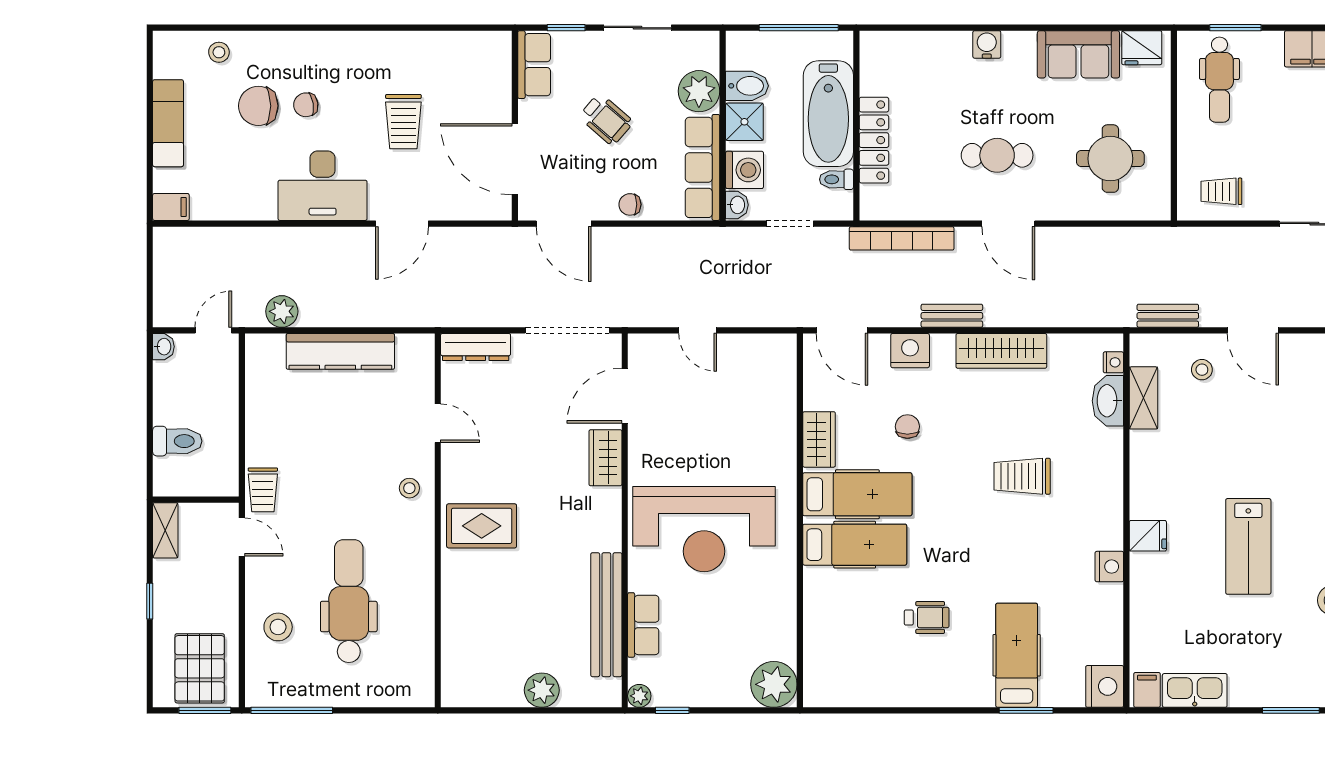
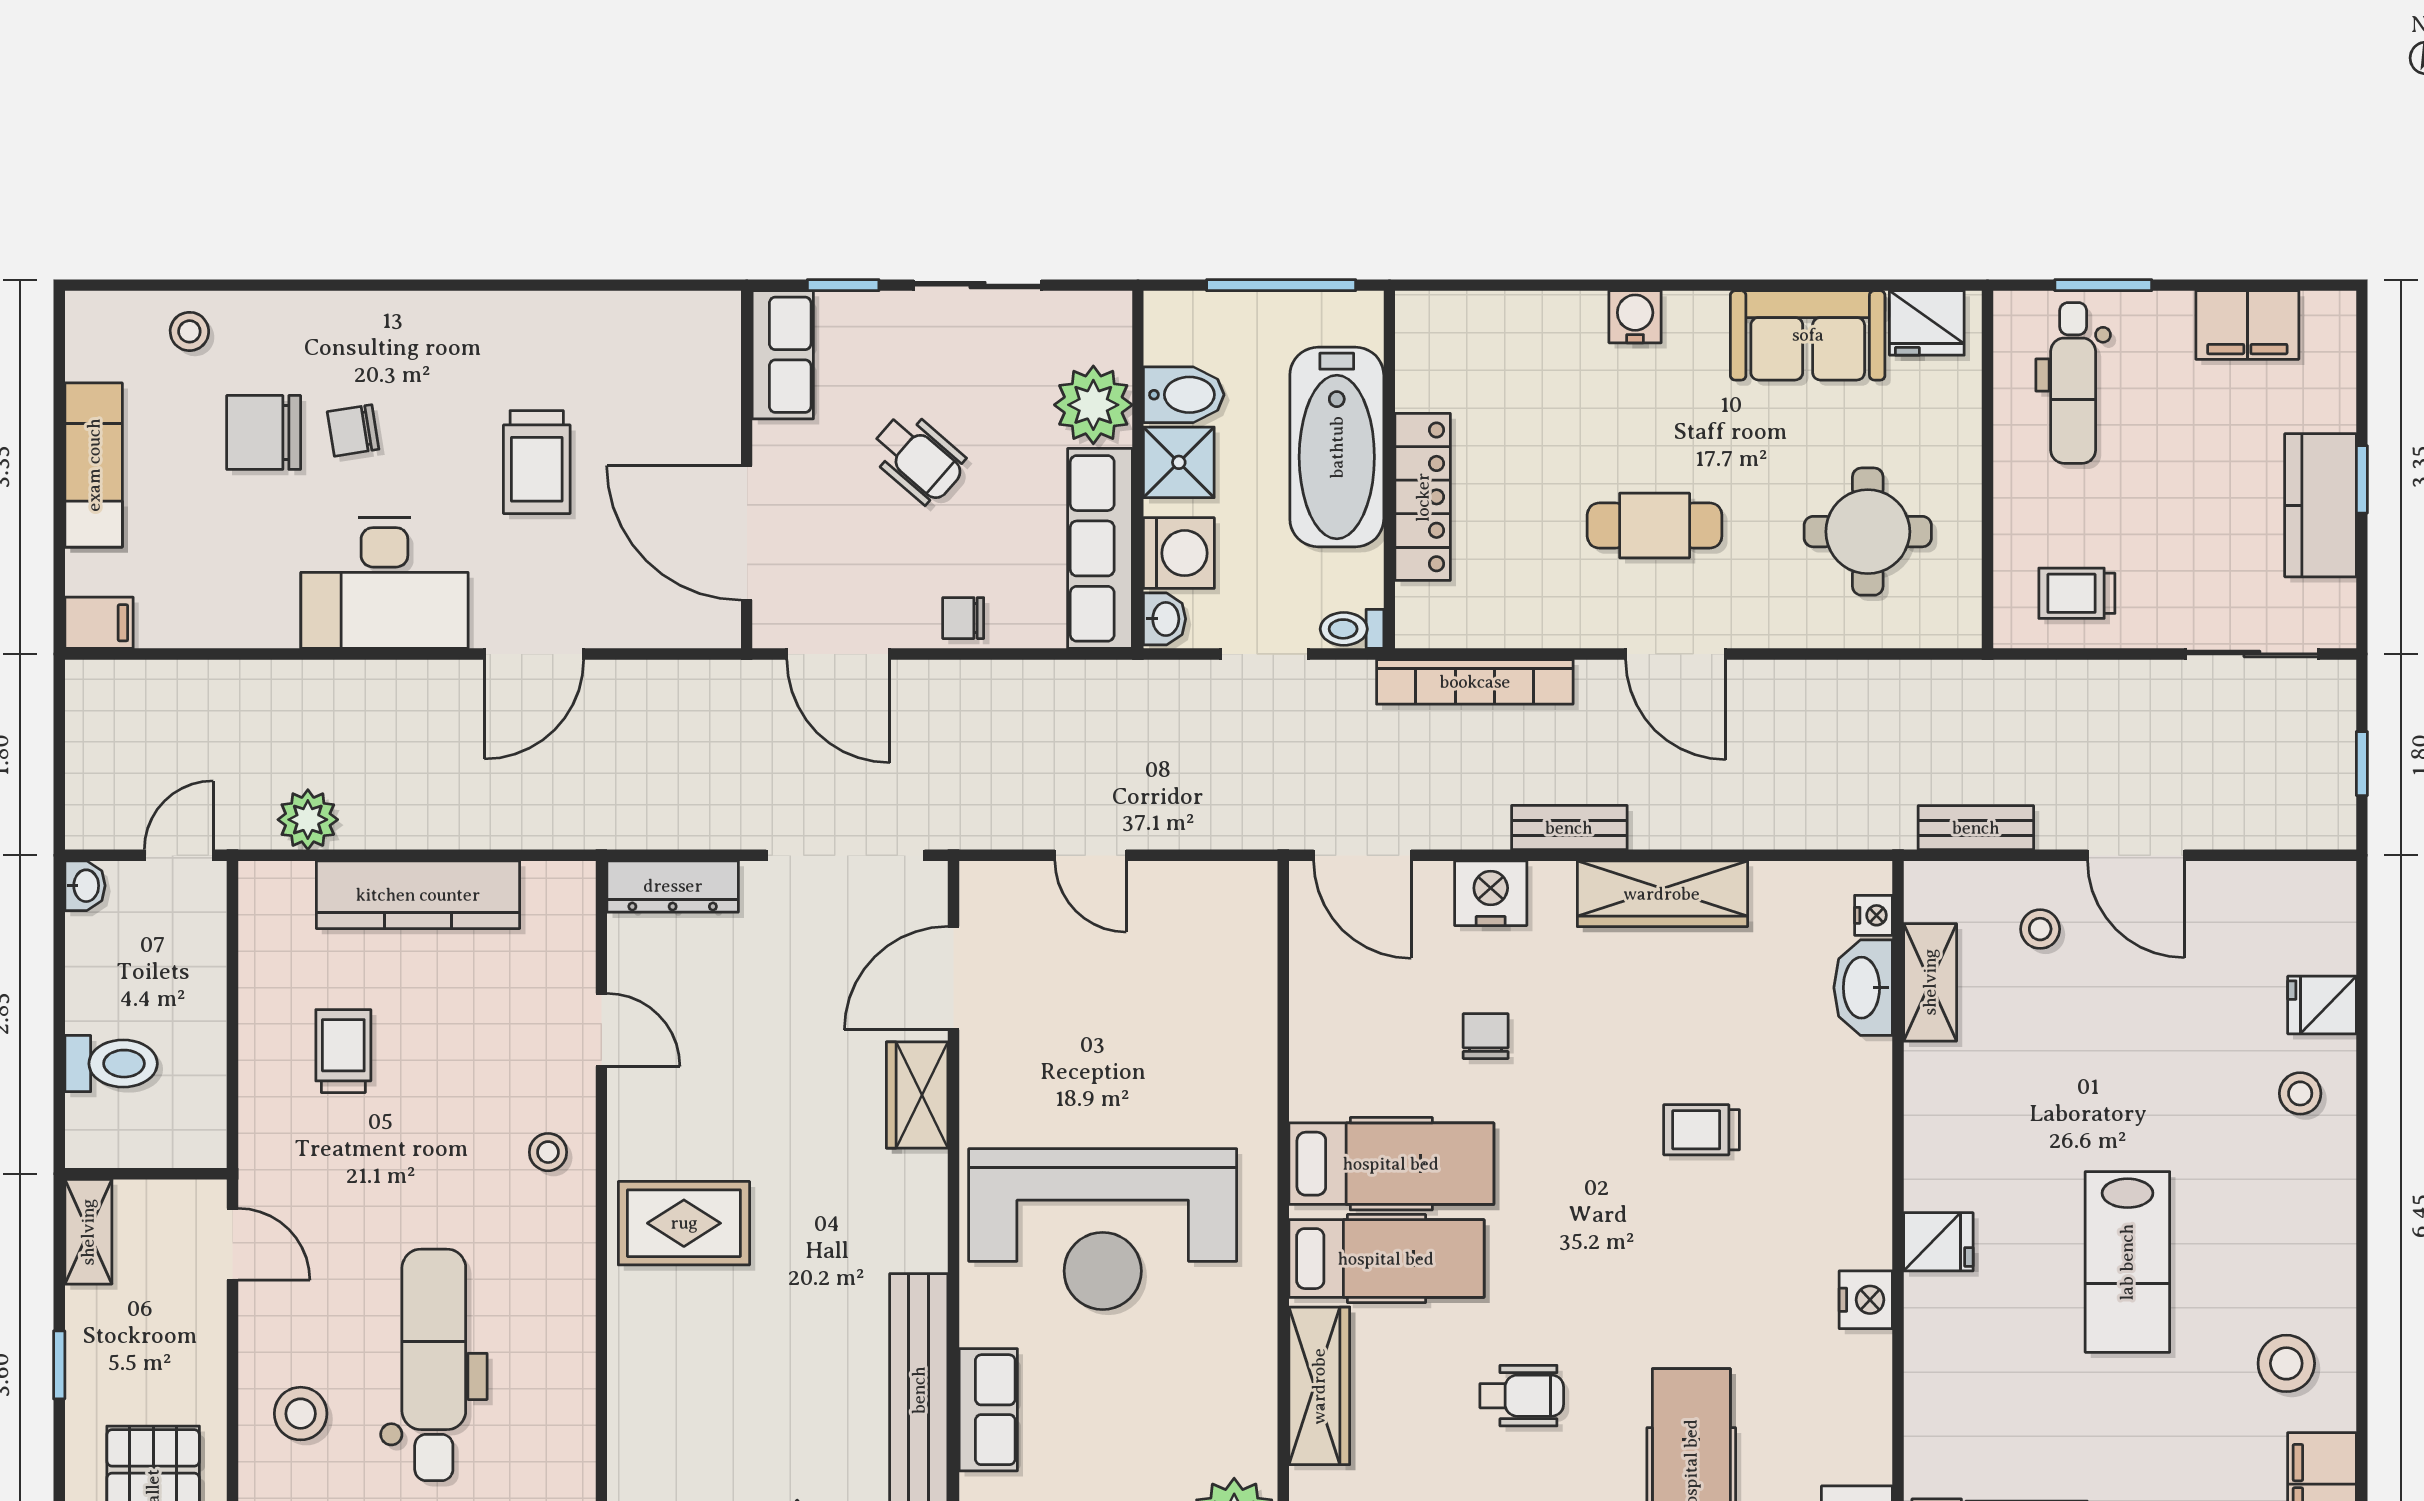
toilet: (836, 179) -> (1352, 629), moved
wardrobe: (819, 439) -> (1319, 1386), moved, width x1.50
trolley: (1022, 476) -> (1702, 1130), width x0.73, depth x0.72
trolley: (263, 490) -> (343, 1051), moved, turned 180

